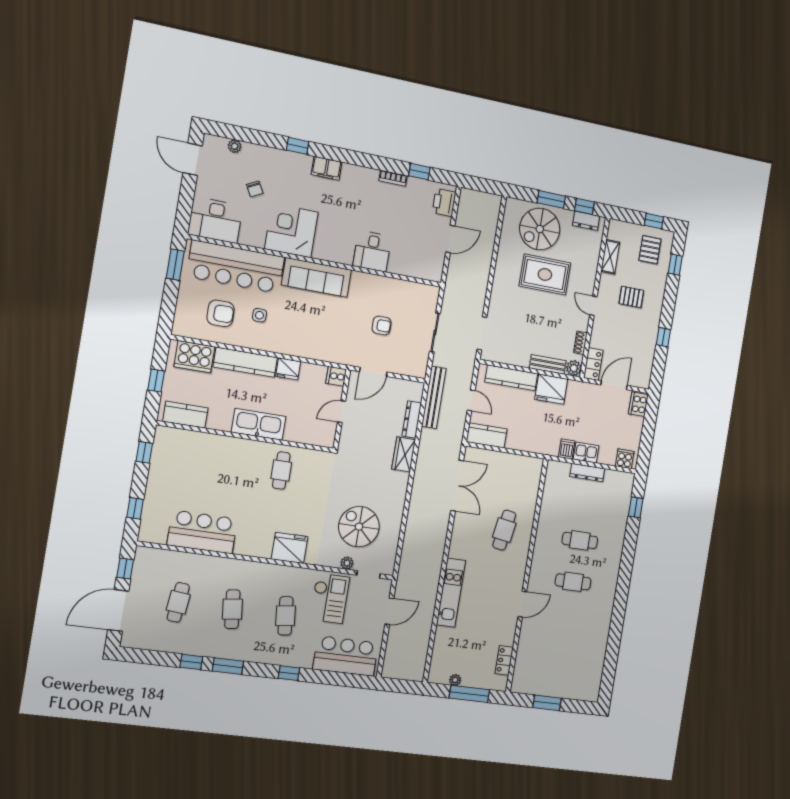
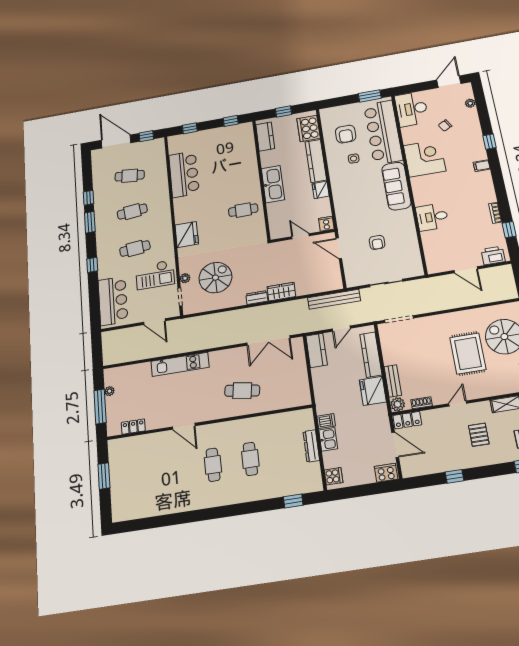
filing cabinet: (327, 168) -> (482, 166), width x0.50
dresser: (412, 420) -> (257, 298), moved, width x0.70

